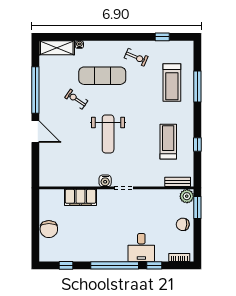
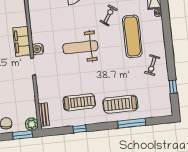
treadmill: (172, 83) -> (120, 104), moved
filing cabinet: (80, 197) -> (22, 41), moved

